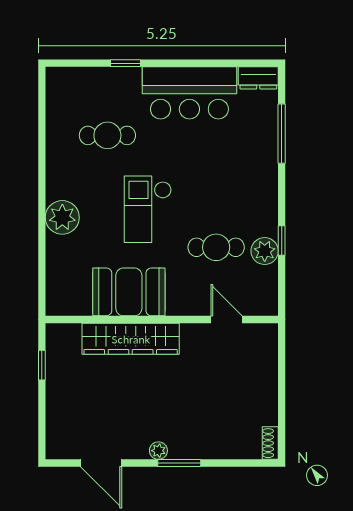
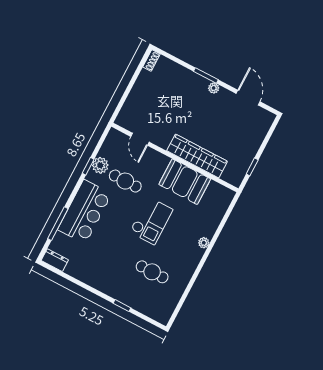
bar counter: (189, 93) -> (85, 212), moved, turned 90
plant: (62, 217) -> (204, 243), width x0.53, depth x0.53

